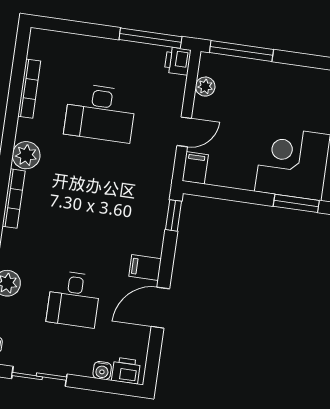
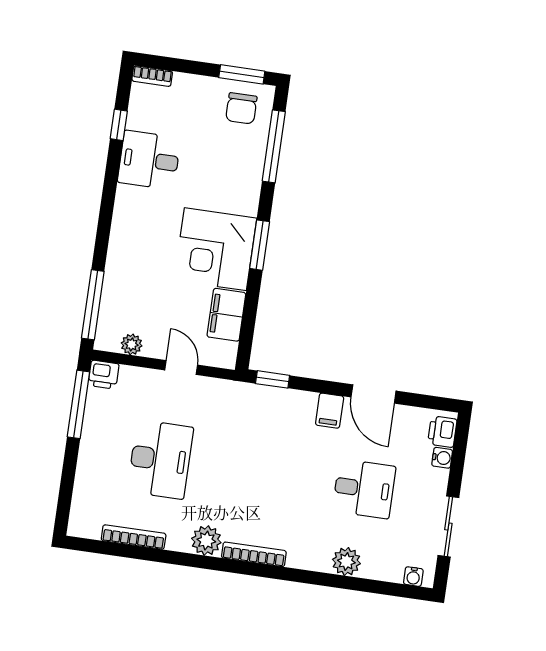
filing cabinet: (195, 168) -> (226, 315), moved, width x2.00

